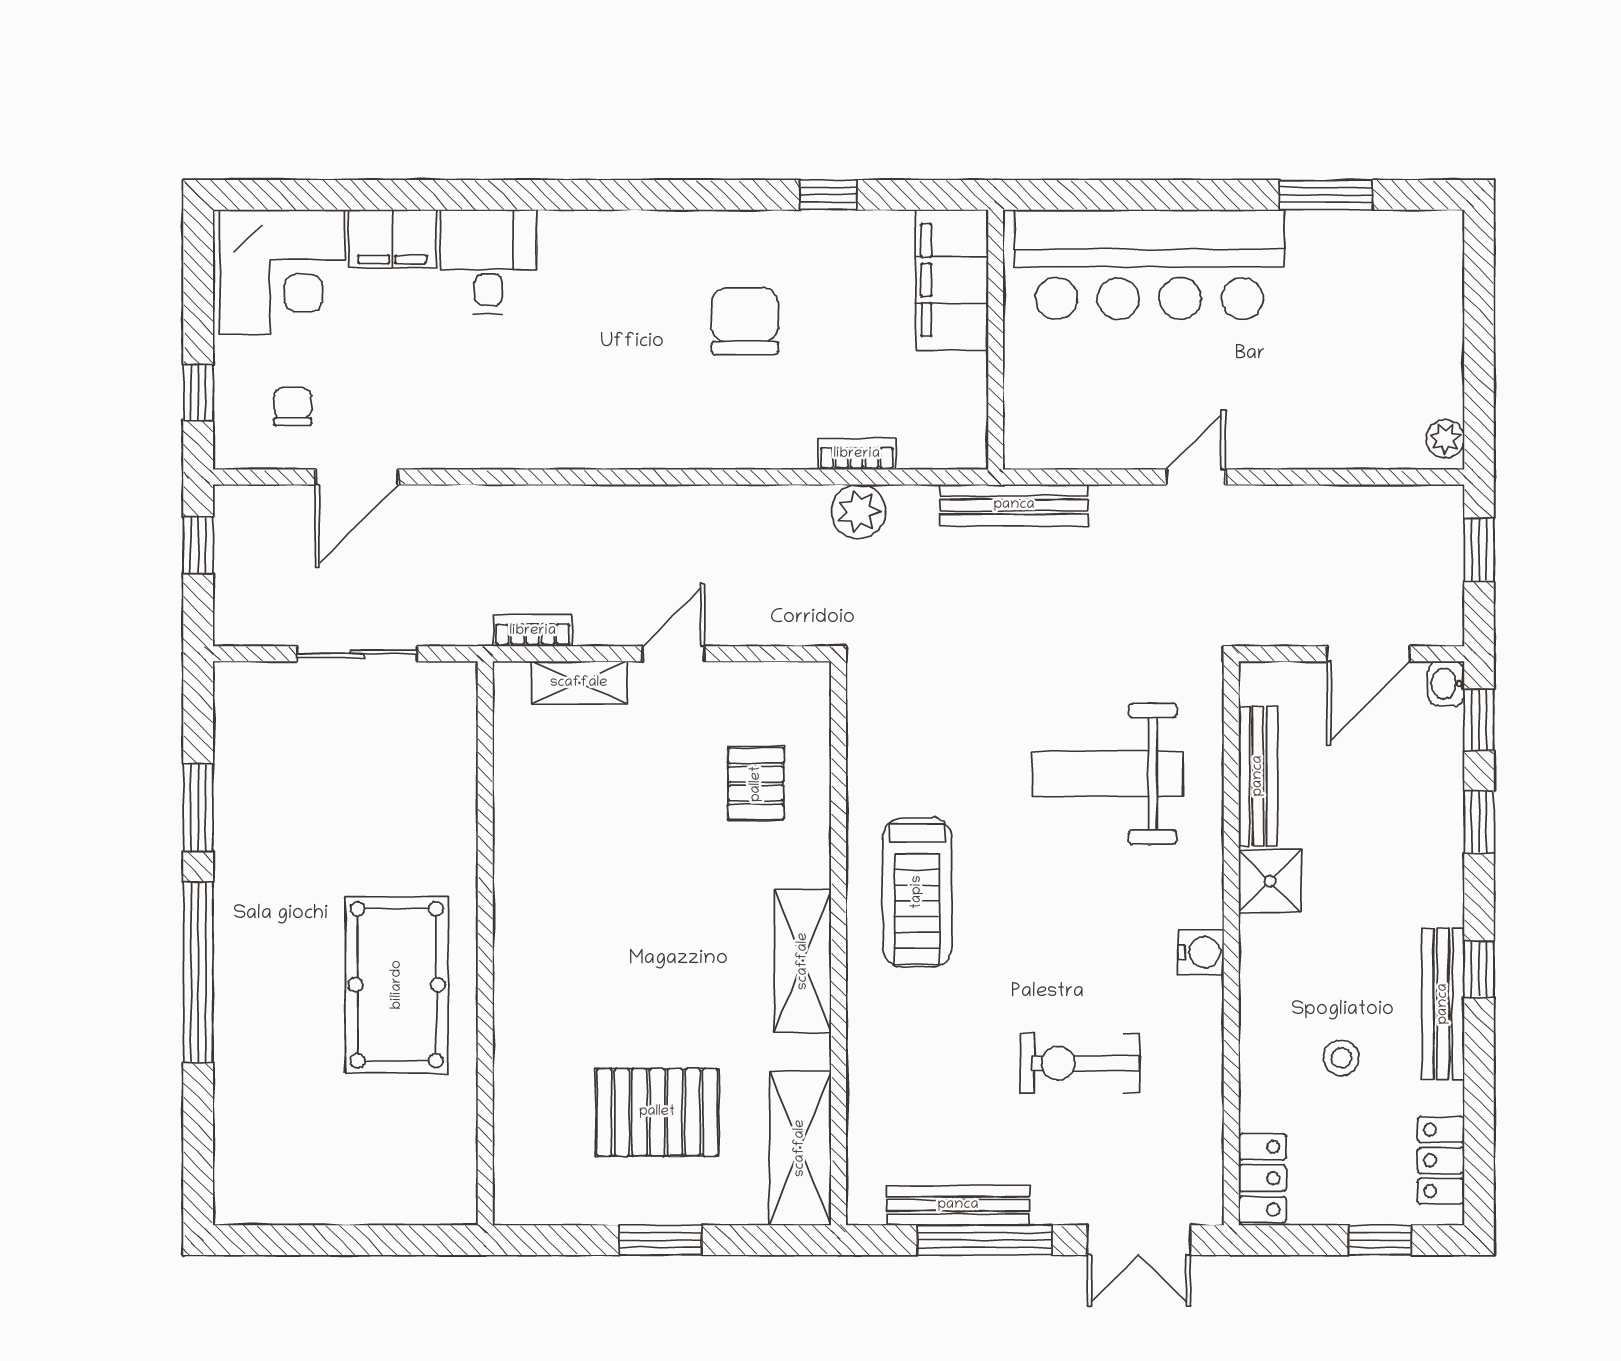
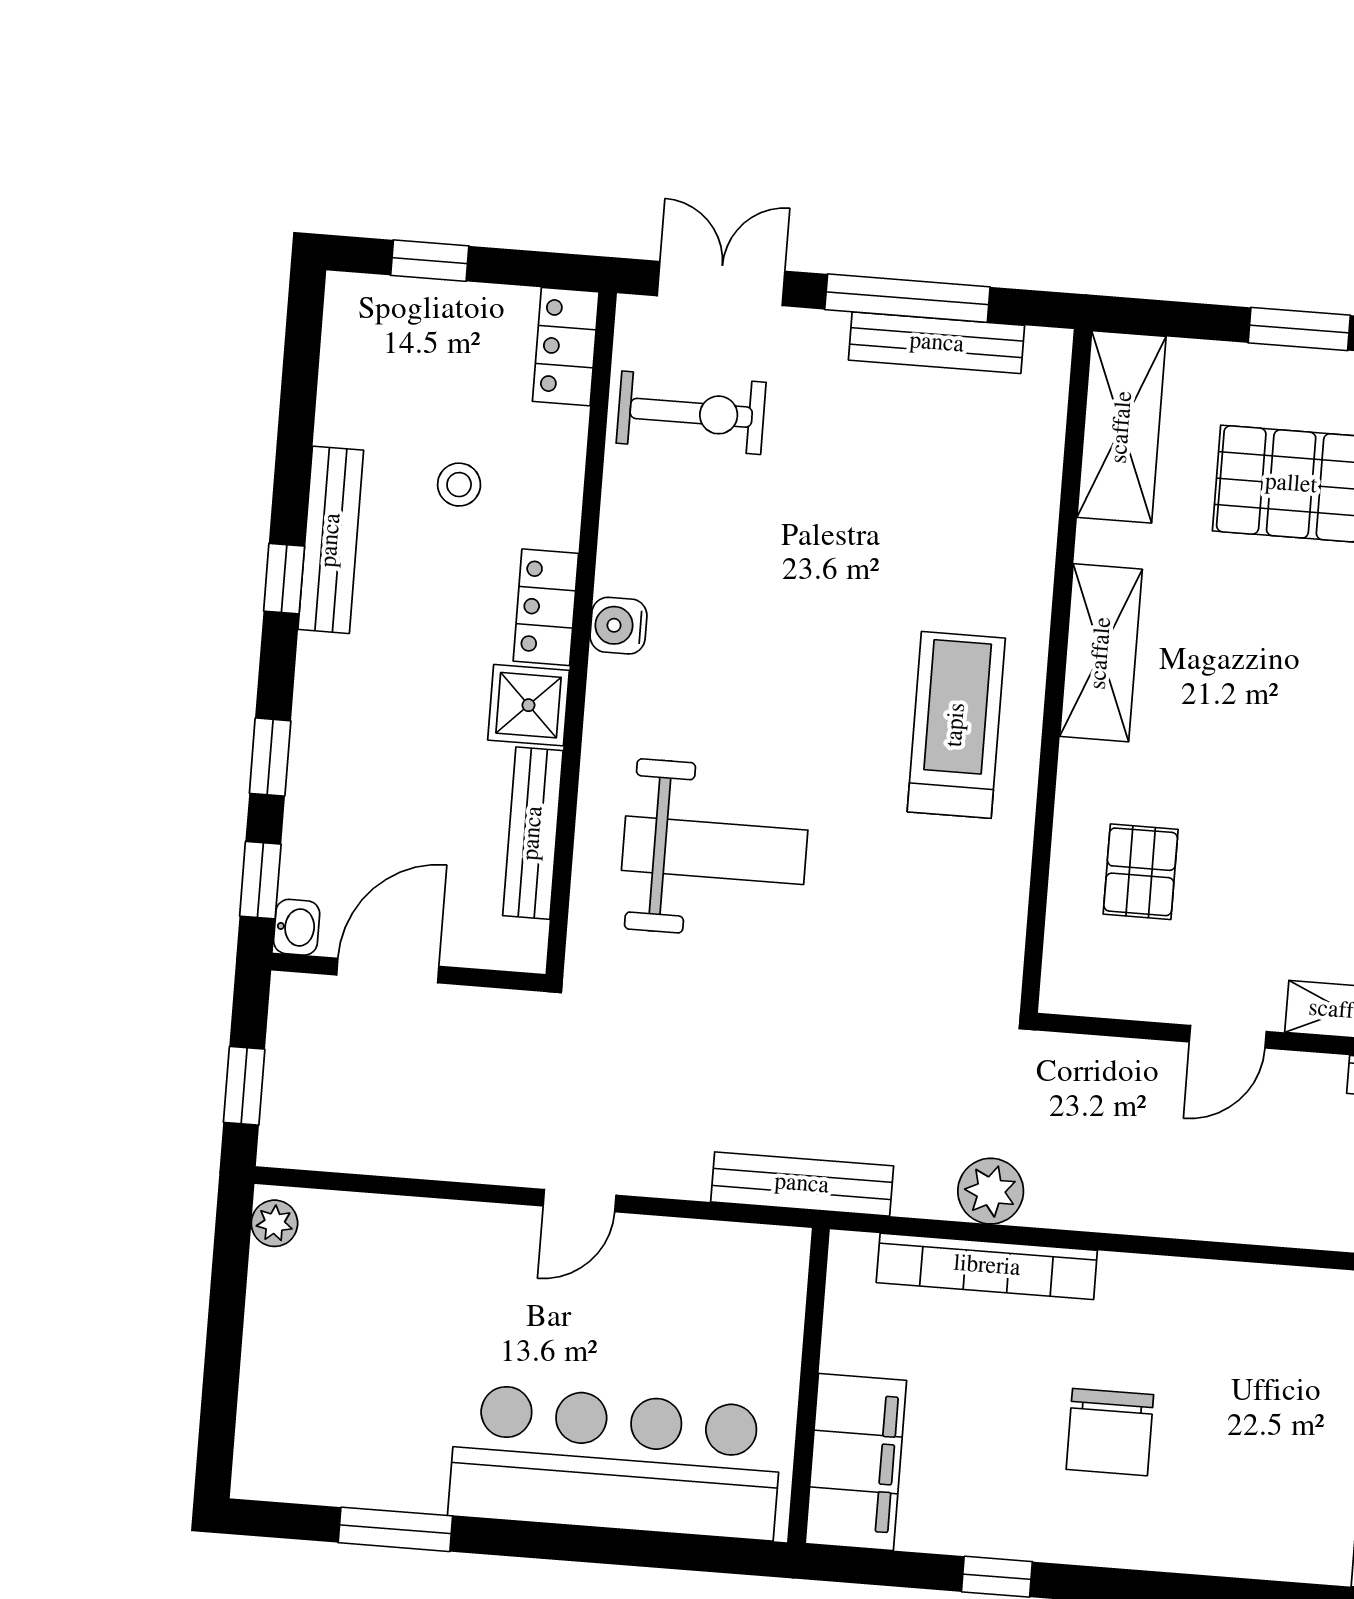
bookcase: (857, 454) -> (987, 1266), width x2.31, depth x1.31
exercise bike: (1080, 1063) -> (691, 413), moved
locker: (1441, 1160) -> (546, 607), moved, turned 180

